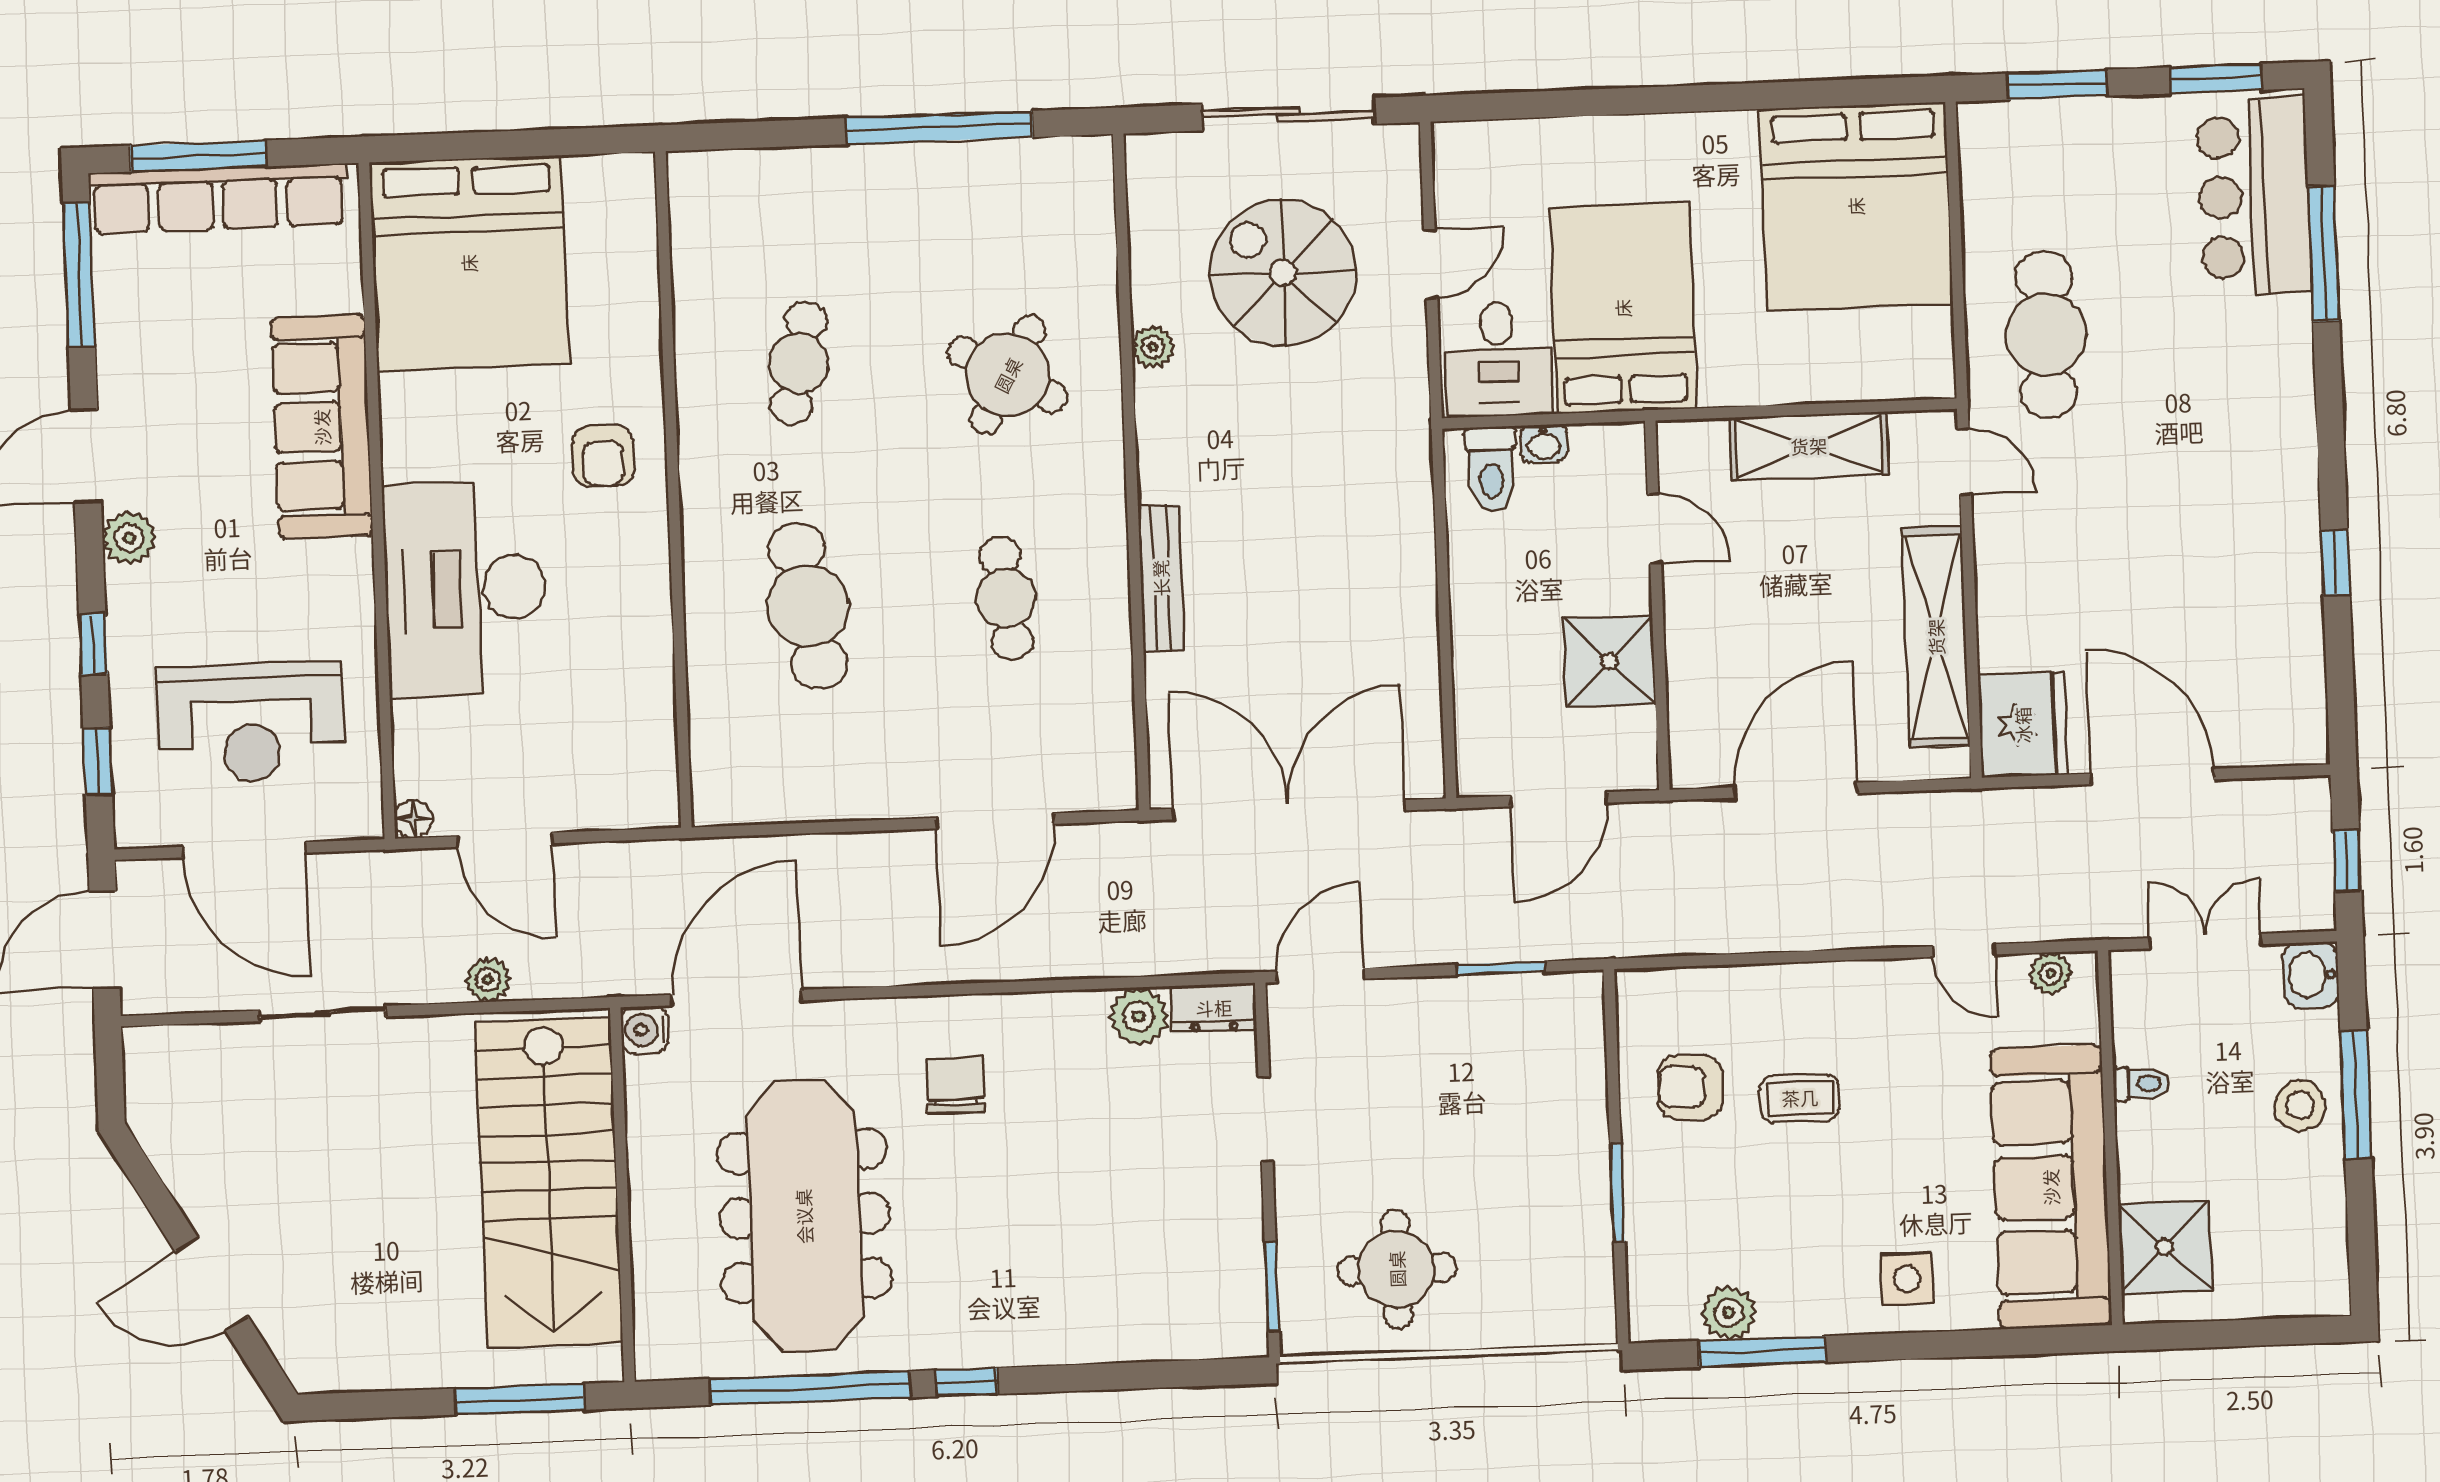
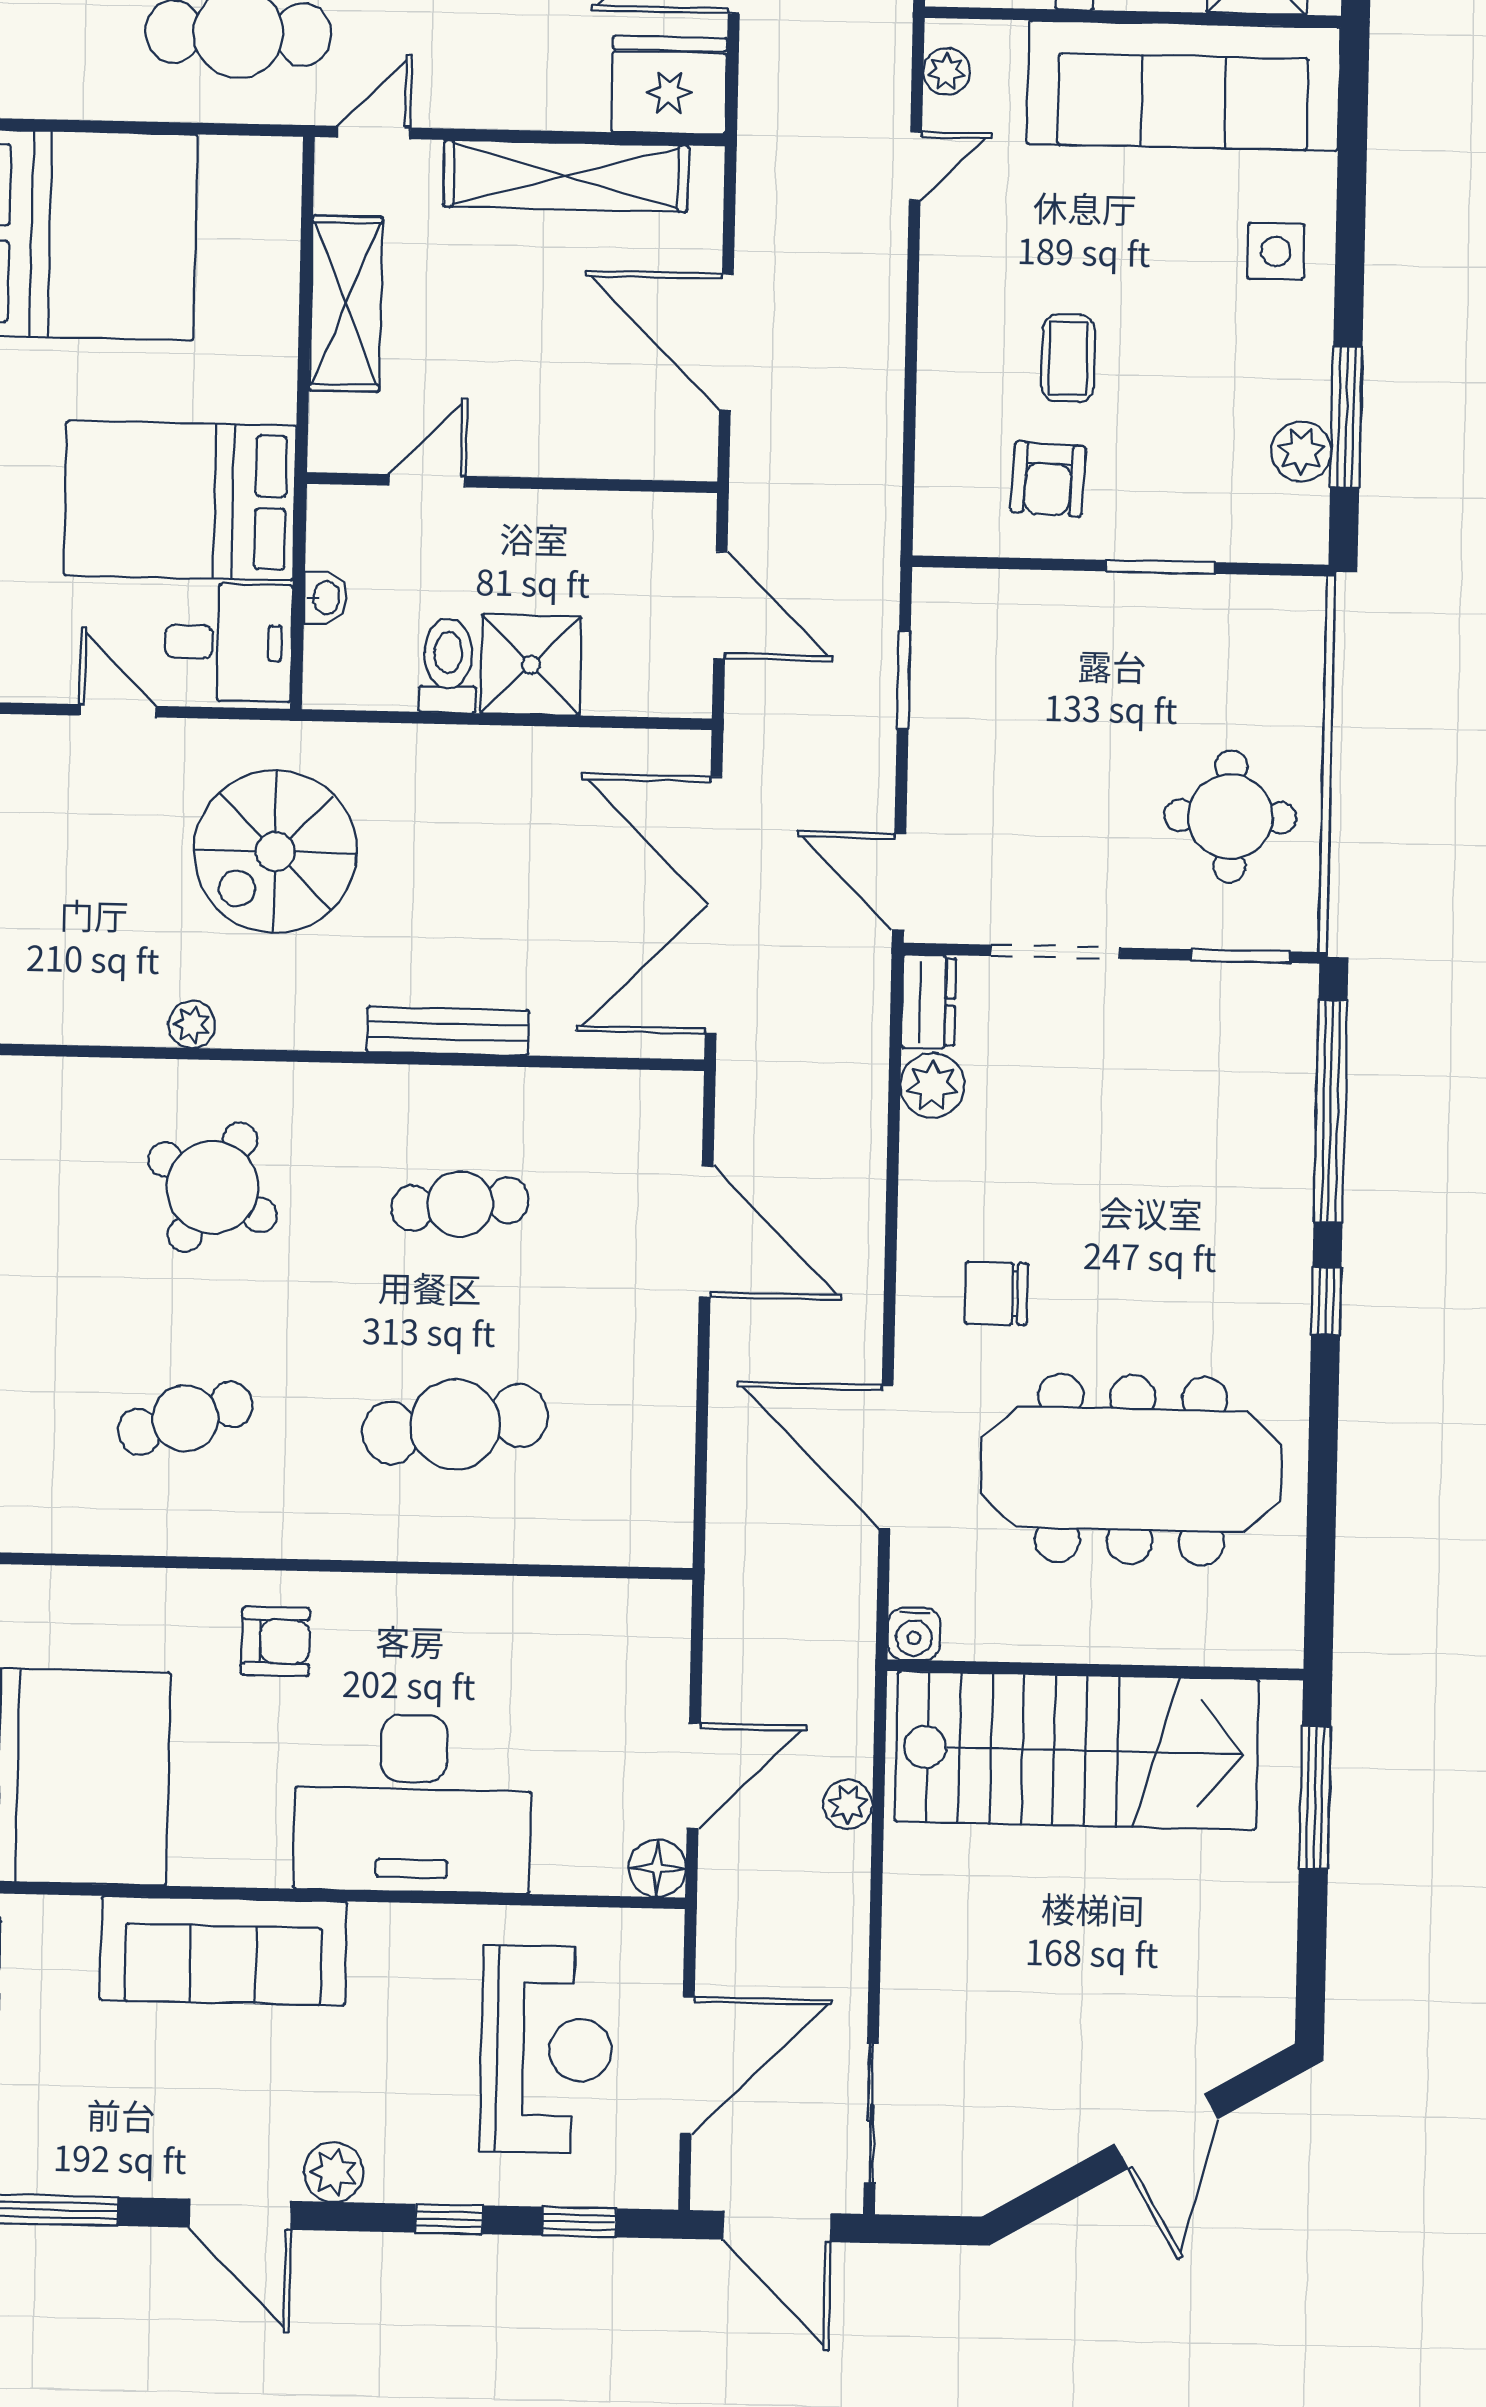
spiral stairs: (1283, 272) -> (275, 852), moved
cafe table: (799, 363) -> (185, 1418), turned -30
toilet: (1491, 469) -> (448, 666), moved, turned -90
shower: (1609, 661) -> (531, 665), moved
floor lamp: (413, 819) -> (657, 1868), width x1.37, depth x1.37
door: (736, 998) -> (886, 1457), moved
sliding door: (322, 1013) -> (871, 2113), moved
doorway: (1265, 1119) -> (1055, 952), width x1.38
window: (810, 1388) -> (1331, 1112), moved

